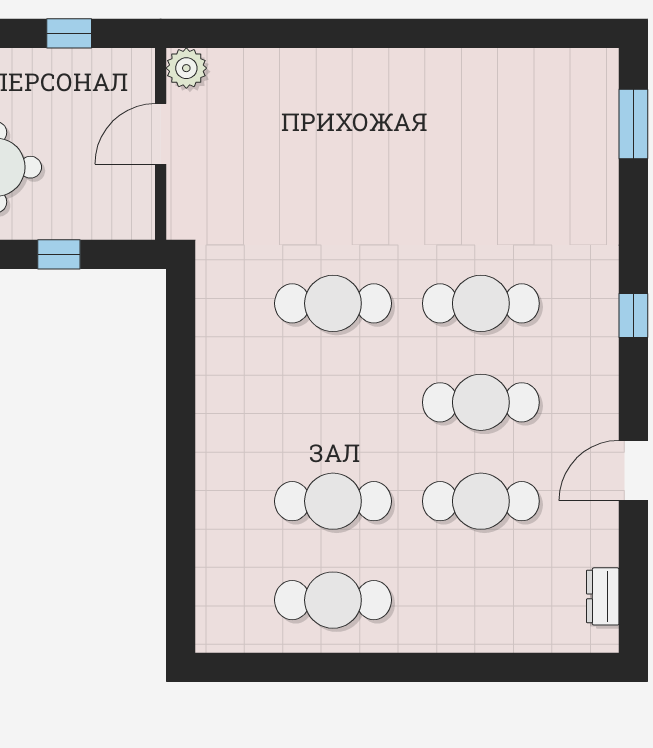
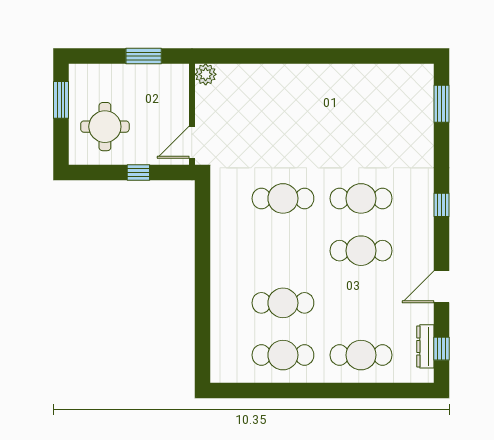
window: (69, 33) -> (144, 56), width x1.50
door: (161, 134) -> (192, 142), moved
cafe table: (481, 501) -> (361, 355), moved
window: (633, 588) -> (441, 349), added
dresser: (603, 596) -> (425, 346), width x1.44

